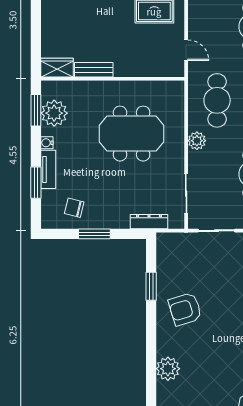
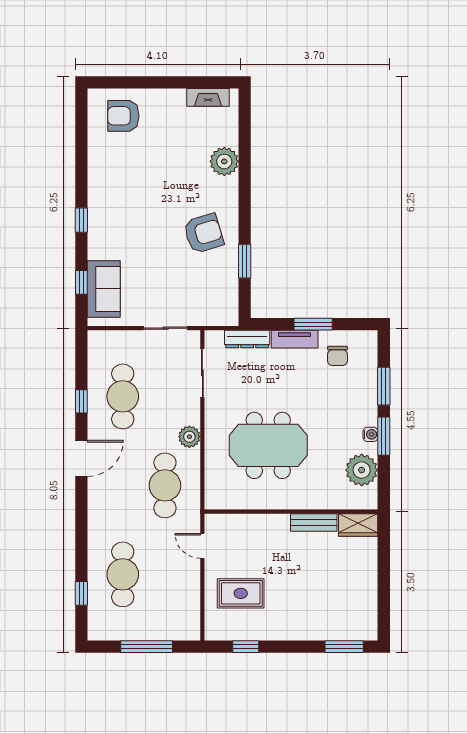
window: (36, 110) -> (384, 436), moved
tv unit: (48, 169) -> (295, 339), moved, turned -90
chair: (74, 208) -> (337, 356), turned 76

